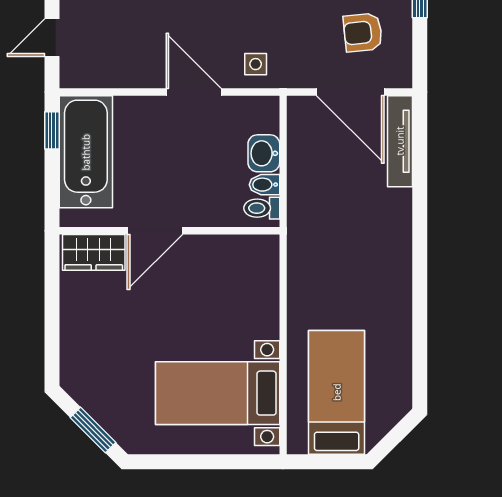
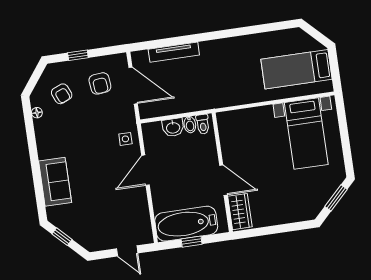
door: (350, 92) -> (133, 86), hinge flipped
window: (52, 130) -> (192, 242), moved
tv unit: (400, 141) -> (174, 52), moved

